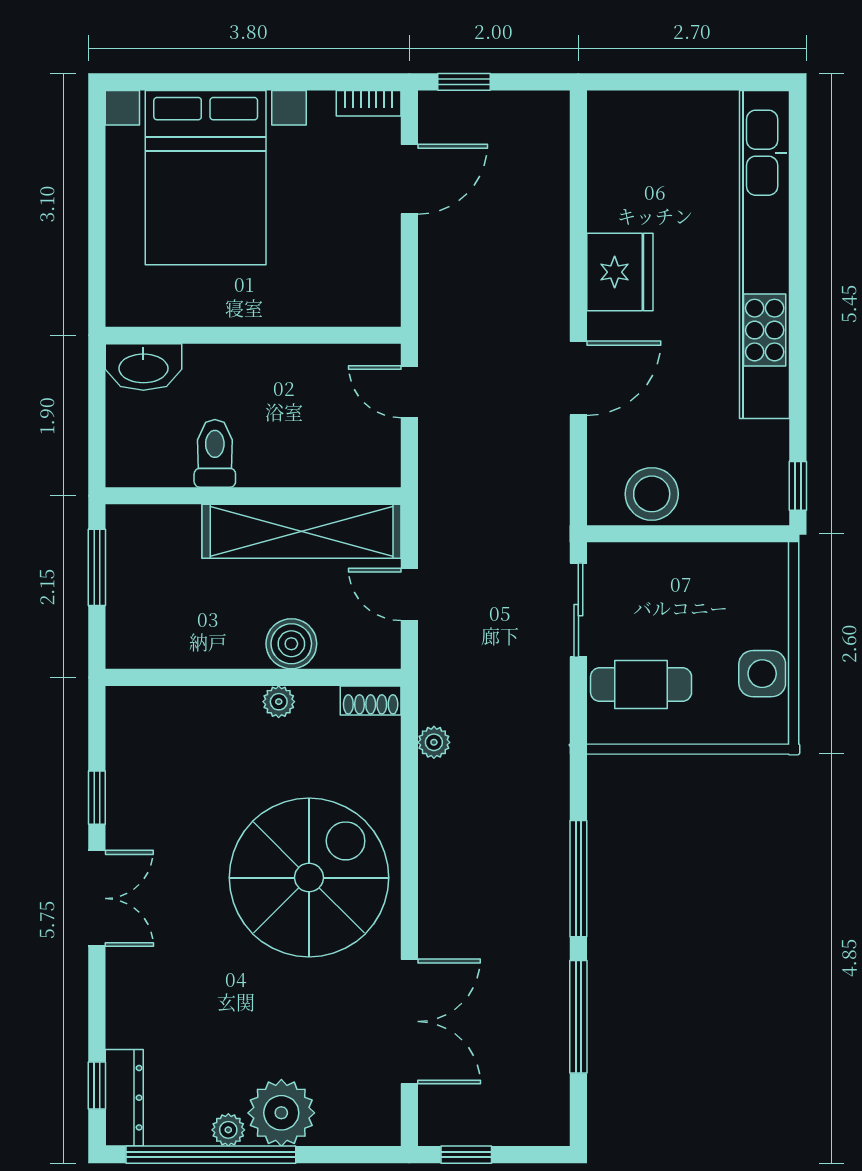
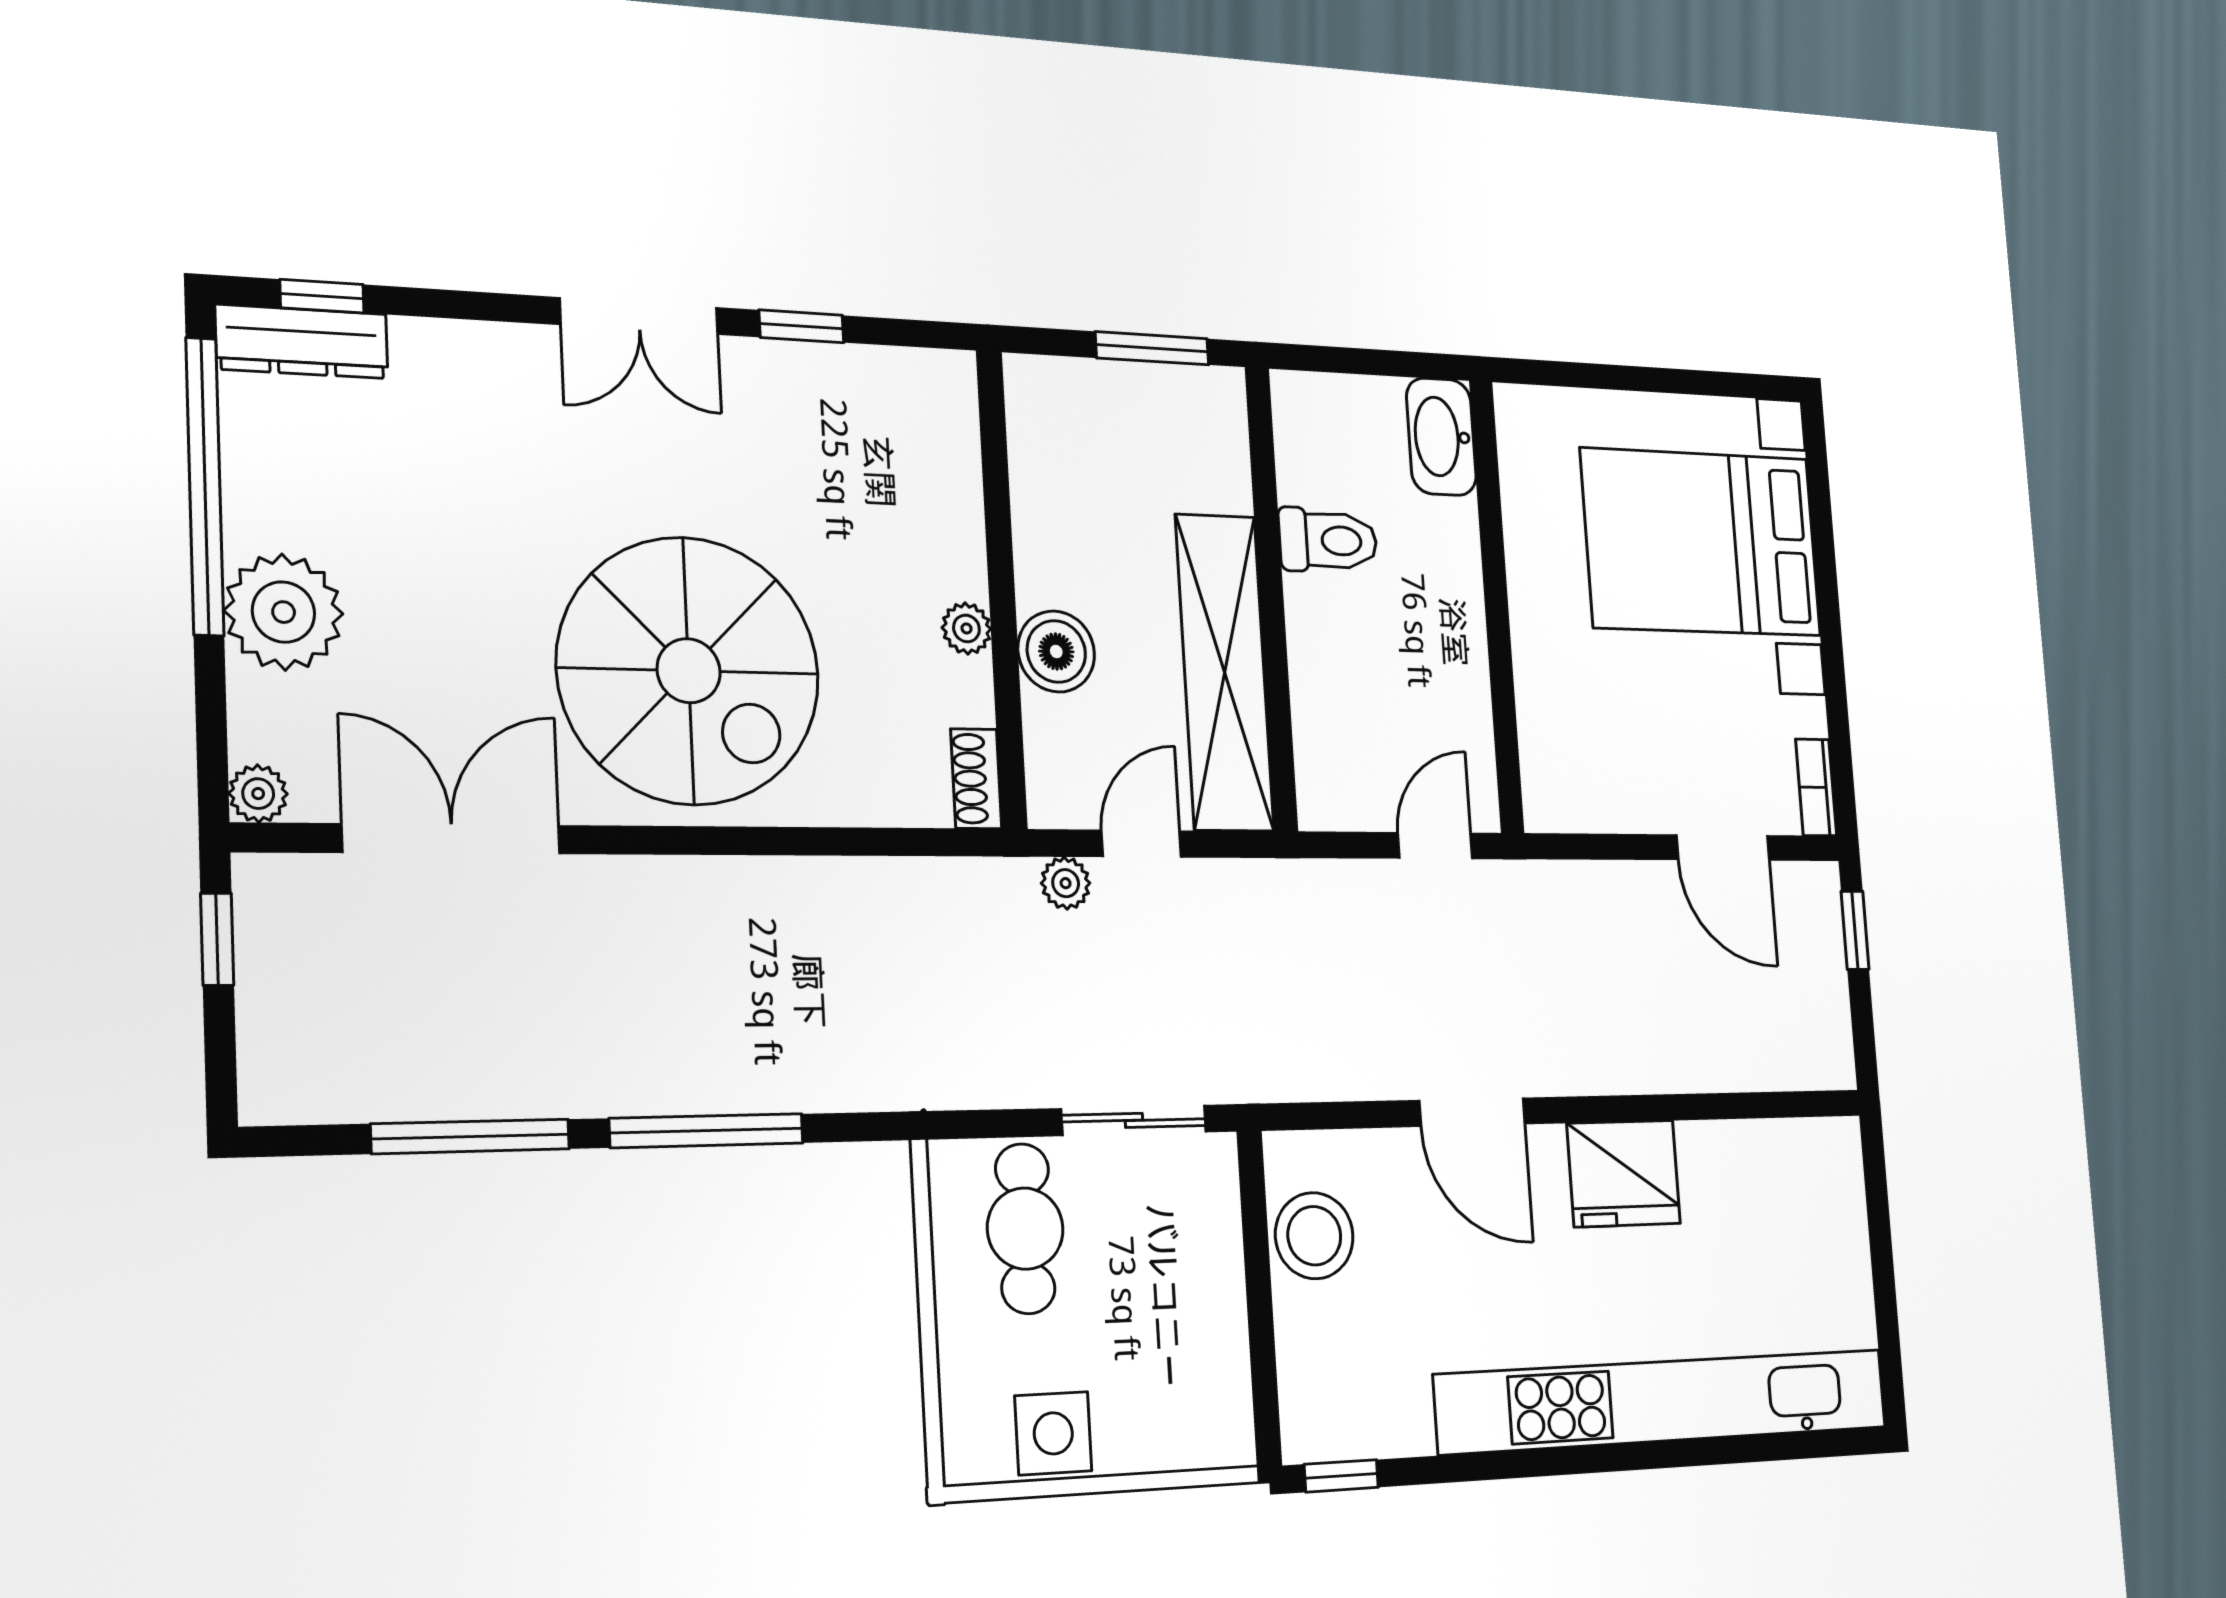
plant: (434, 742) -> (1066, 883), moved
double door: (409, 1021) -> (452, 839), swing flipped
plant: (228, 1130) -> (258, 794), moved

